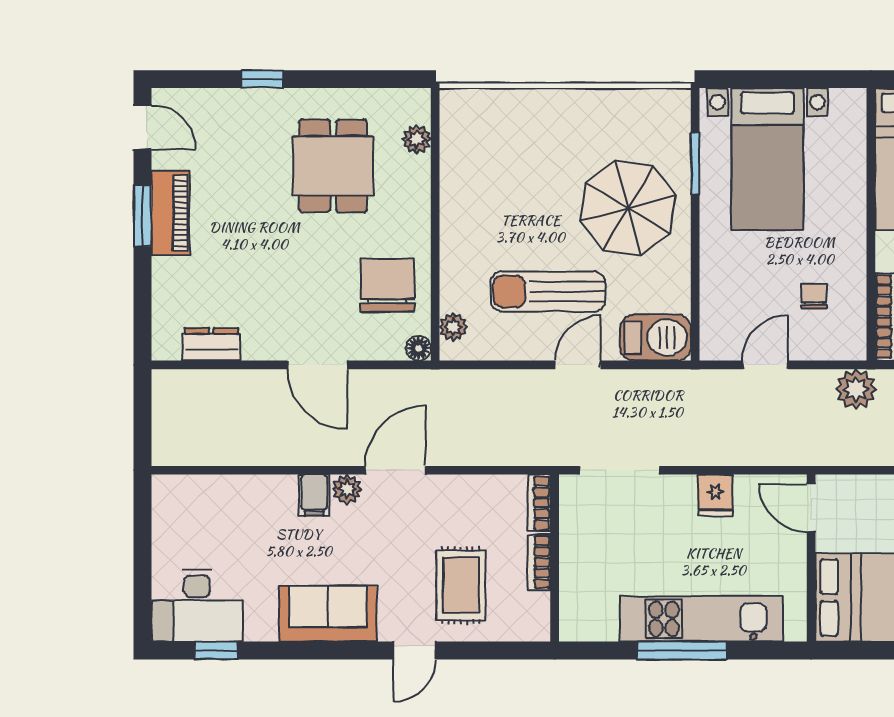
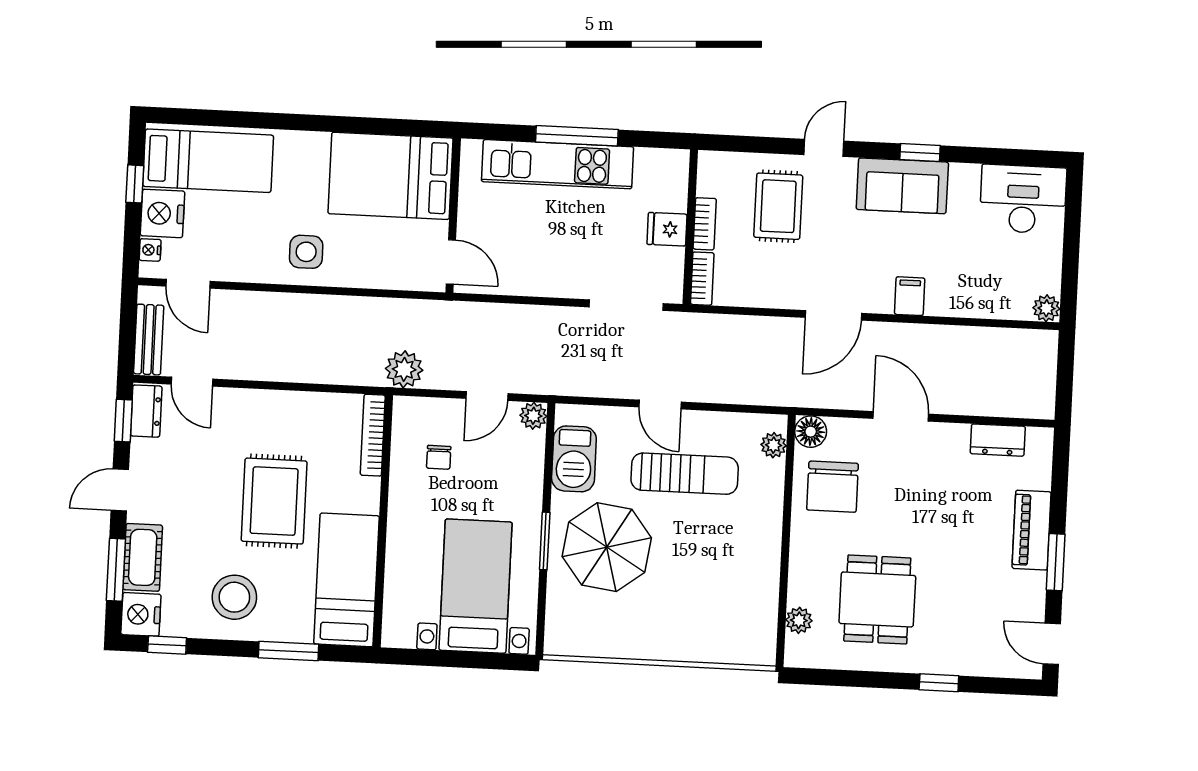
window: (695, 164) -> (545, 541), moved
piano: (170, 213) -> (1032, 530), moved
barbecue: (656, 338) -> (574, 459), moved, turned -90
plant: (714, 346) -> (533, 416), added
floor lamp: (419, 348) -> (811, 432), width x1.37, depth x1.37
door: (578, 365) -> (660, 405), hinge flipped
plant: (347, 489) -> (1046, 308), moved
fridge: (715, 495) -> (667, 229), moved, turned -90
window: (216, 651) -> (920, 153), moved

